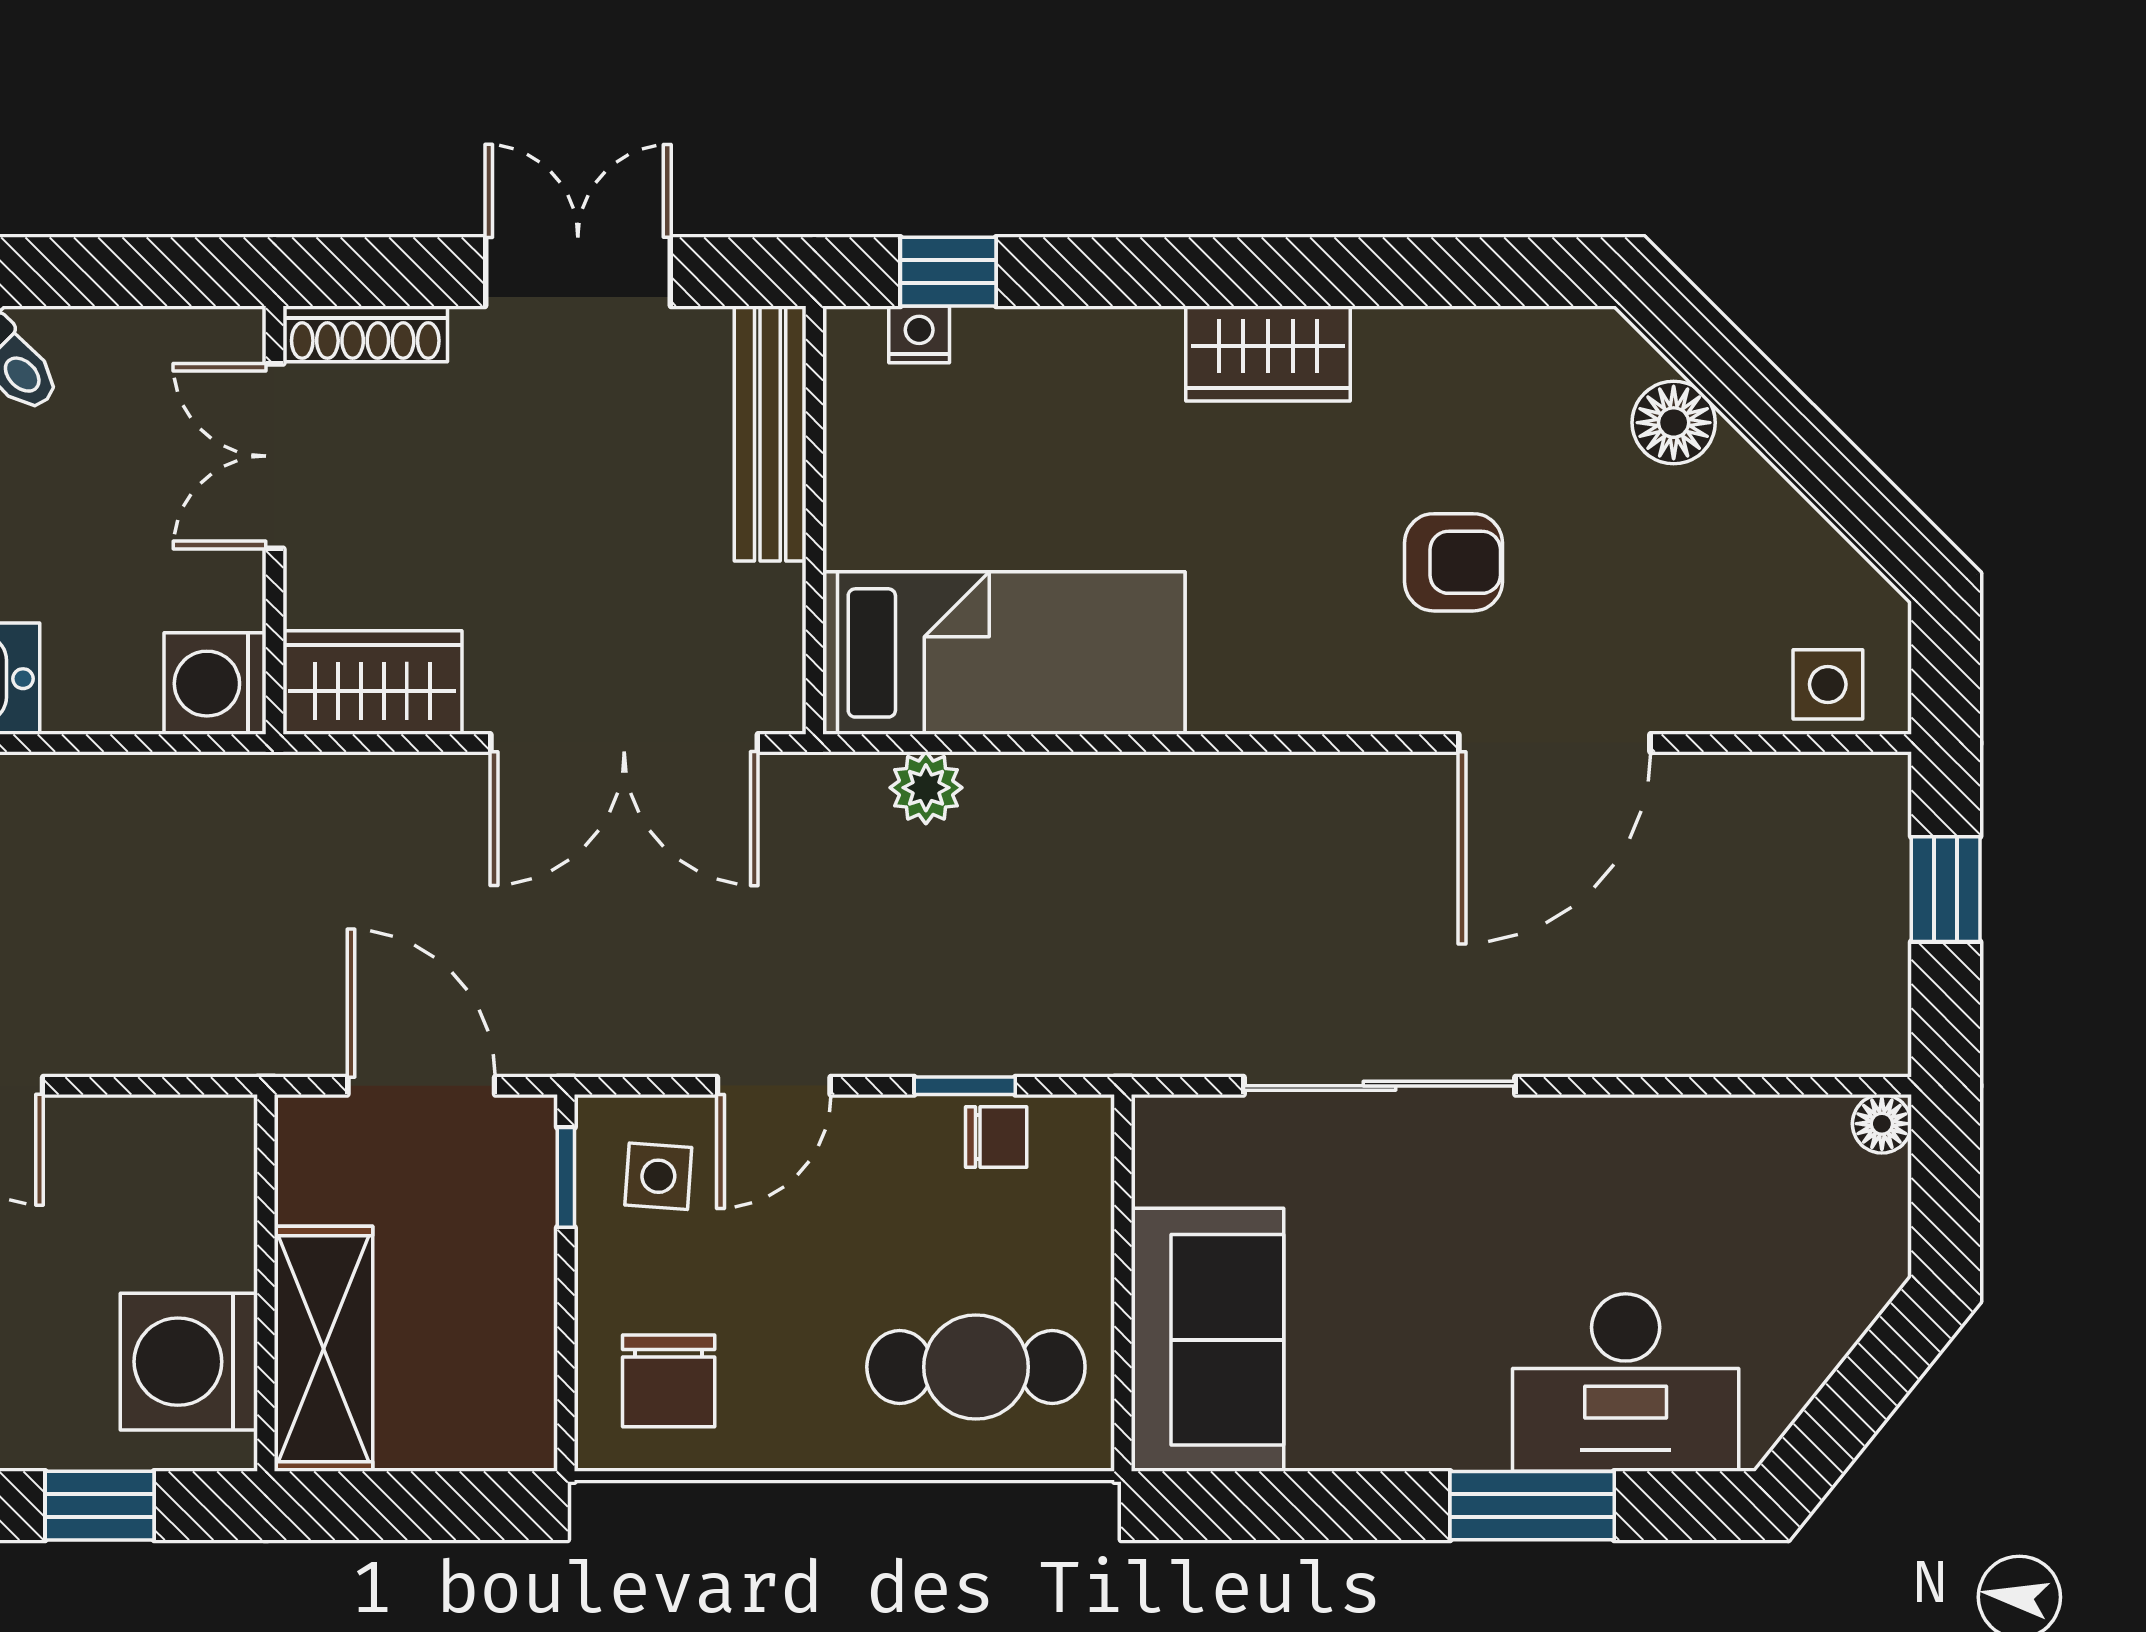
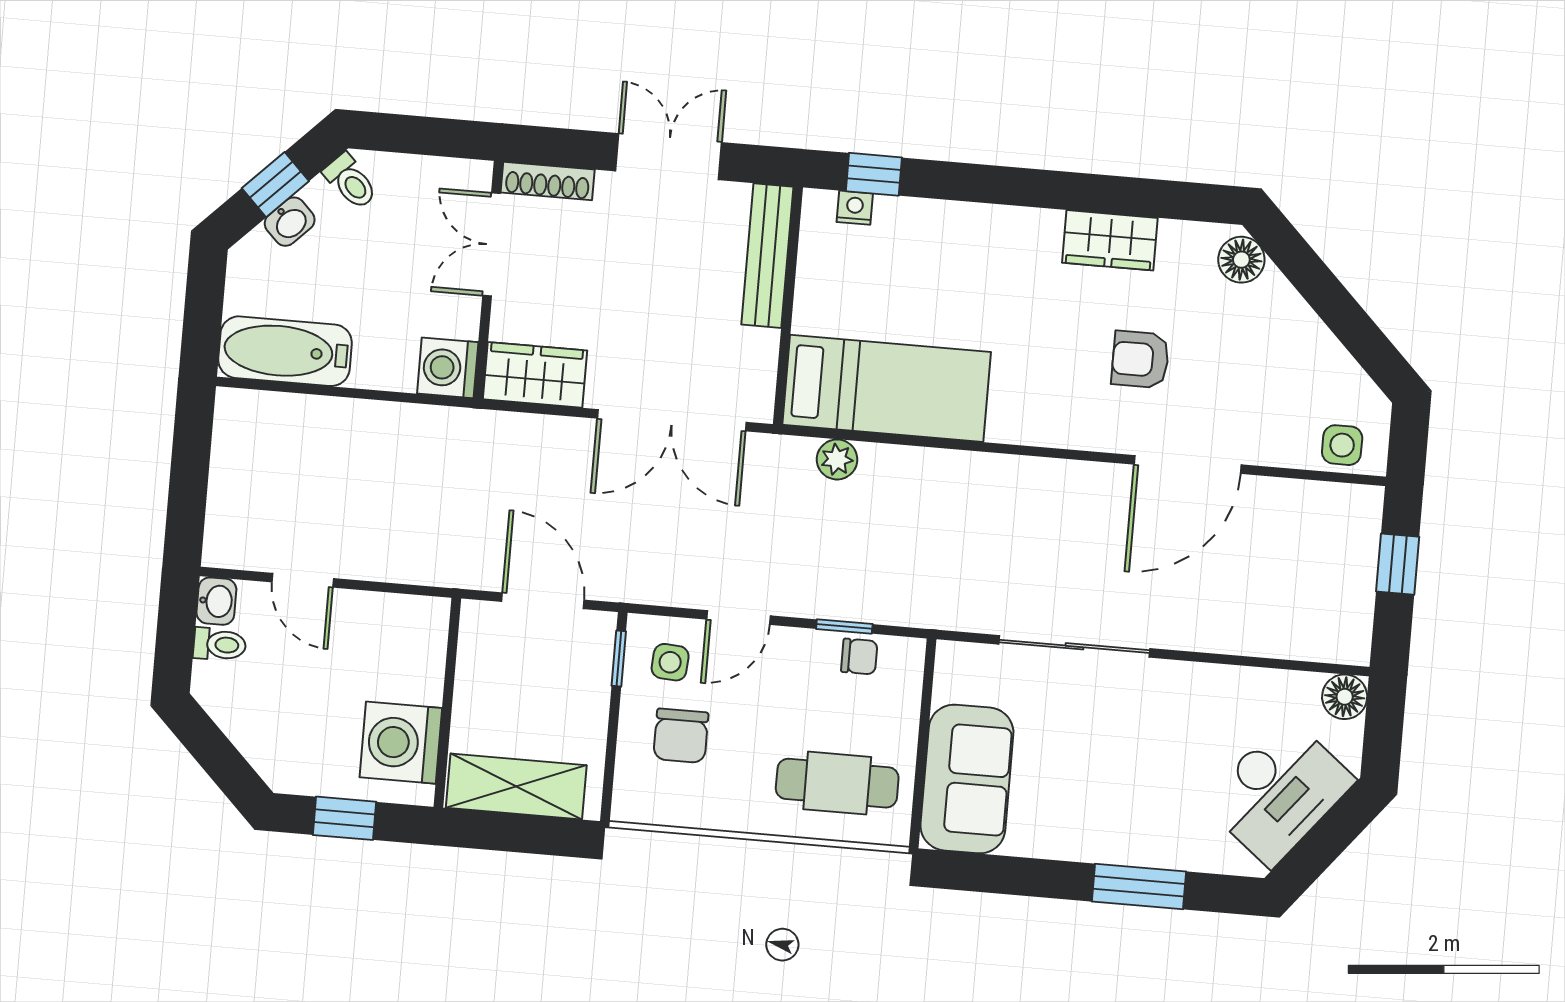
wardrobe: (1268, 354) -> (1110, 240), moved
floor lamp: (1674, 423) -> (1241, 260), moved
armchair: (1453, 562) -> (1140, 359), turned 180
floor lamp: (1882, 1124) -> (1345, 697), width x1.37, depth x1.37
shelving: (324, 1349) -> (516, 787), moved, turned 90
chair: (669, 1381) -> (681, 736), moved
desk: (1626, 1383) -> (1279, 792), moved, turned -51

